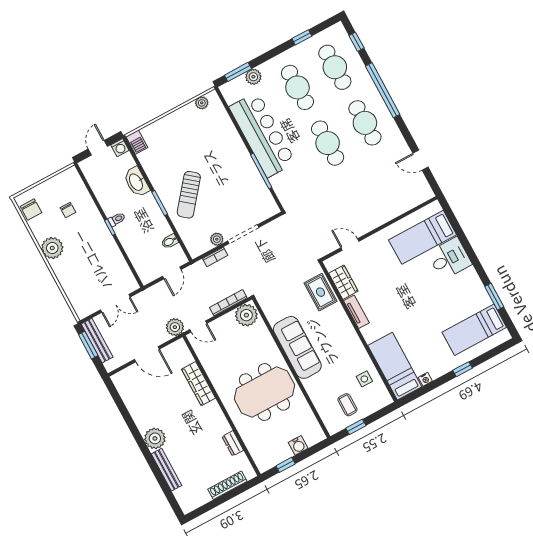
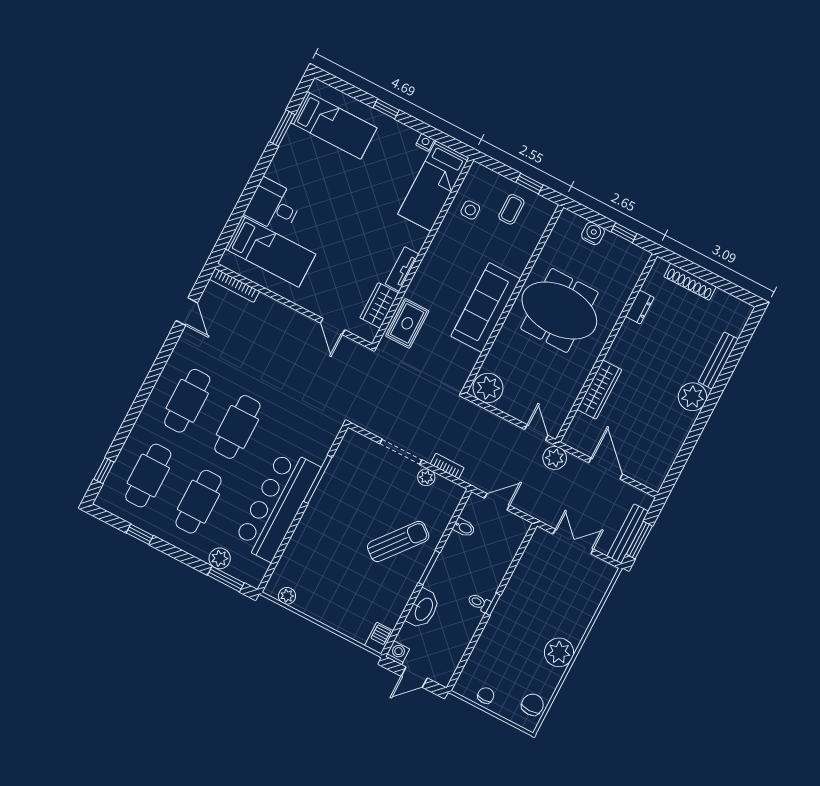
window: (383, 90) -> (138, 405), removed
chair: (68, 210) -> (486, 696), moved
bookcase: (228, 303) -> (234, 285), moved

